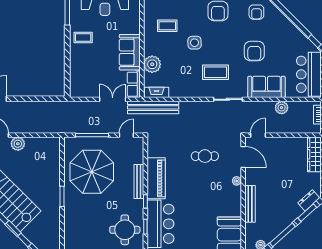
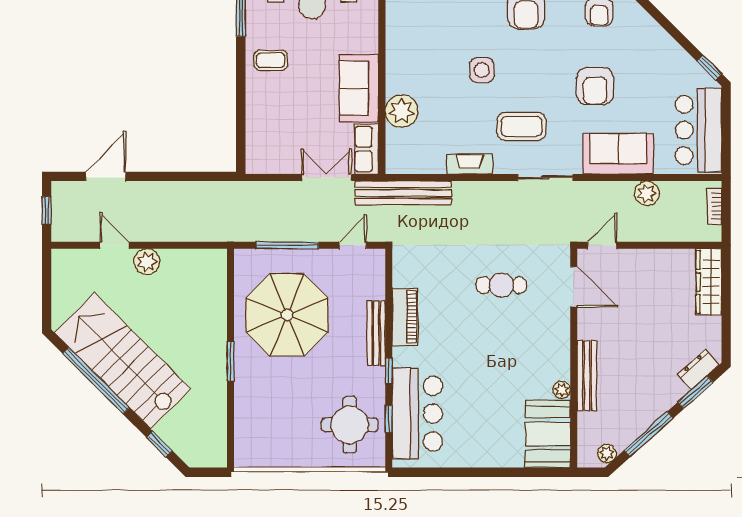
coffee table: (167, 26) -> (430, 38), removed
fireplace: (156, 92) -> (470, 164), moved
piano: (156, 178) -> (405, 317), width x0.73, depth x0.75
plant: (237, 181) -> (562, 390), moved

